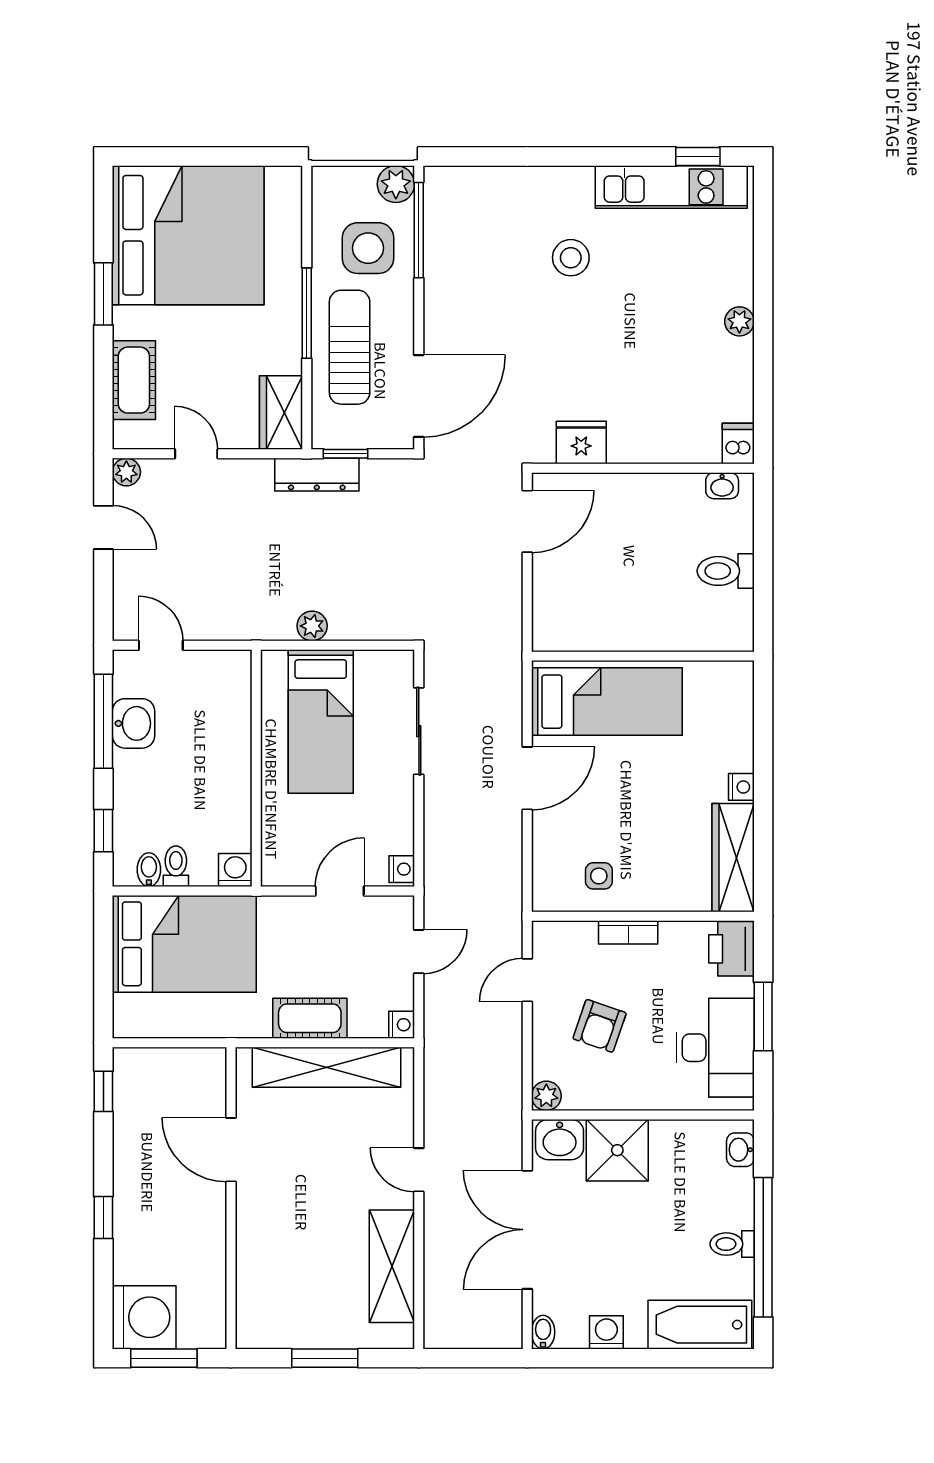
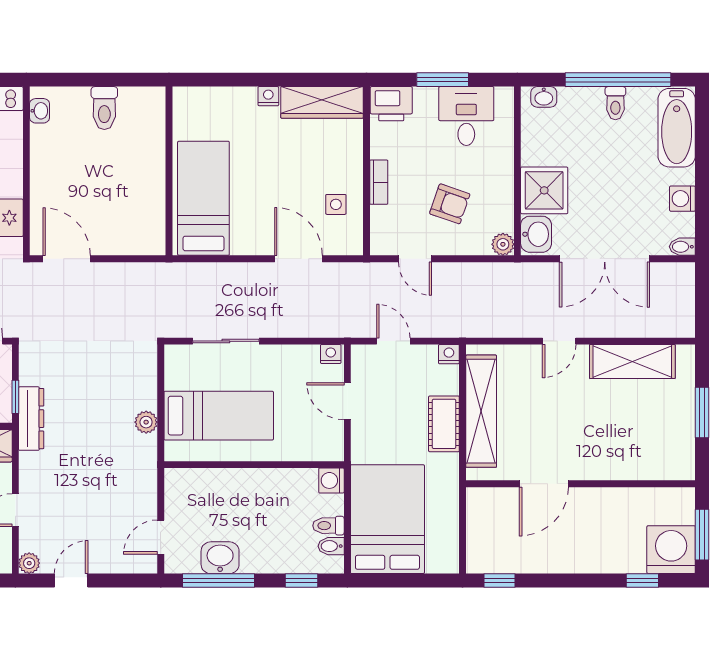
door: (527, 778) -> (299, 259), moved
desk: (715, 1048) -> (466, 116), width x0.73
window: (103, 1217) -> (642, 581), moved

